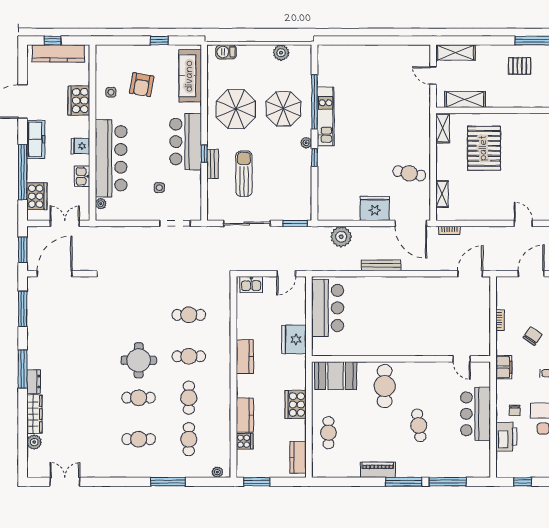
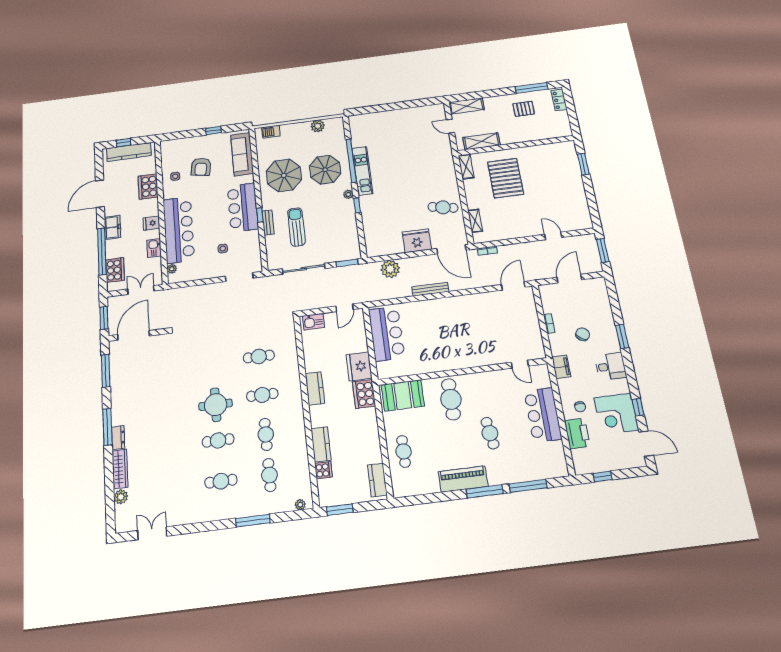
freezer: (36, 139) -> (112, 227), width x0.71
cooker: (296, 405) -> (364, 394), moved
piano: (378, 470) -> (463, 479), width x1.37, depth x1.33

